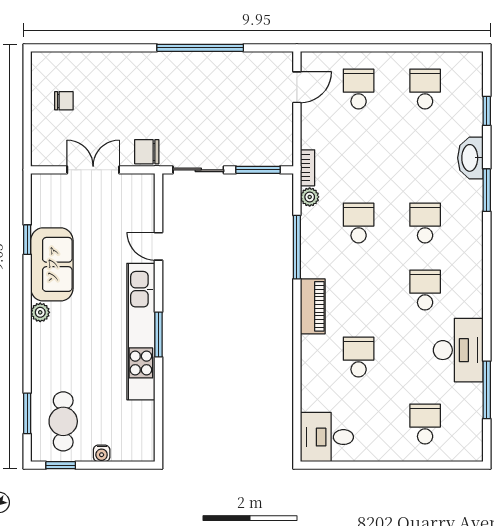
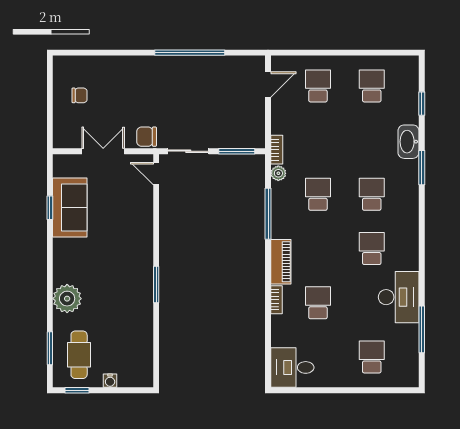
door: (158, 246) -> (156, 174), moved
sofa: (52, 264) -> (70, 208), moved
plant: (40, 312) -> (67, 299), moved, width x1.87, depth x1.87
kitchen unit: (141, 332) -> (142, 282), removed
bookcase: (307, 353) -> (277, 300), added

